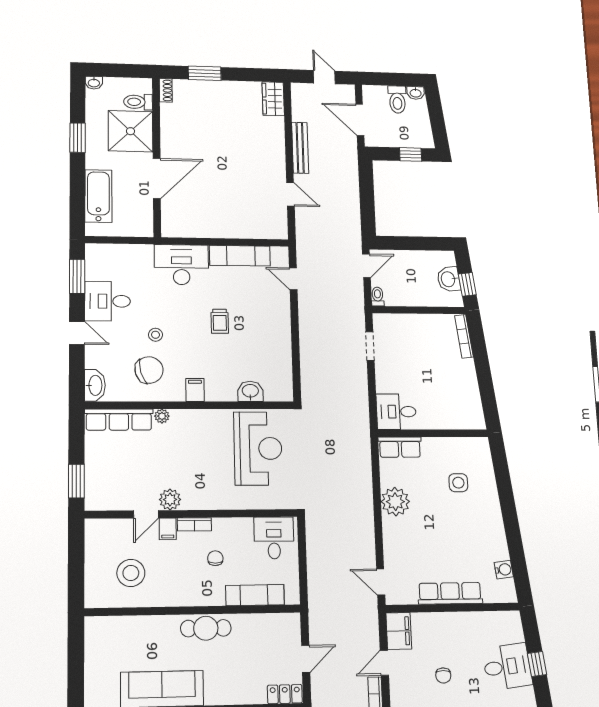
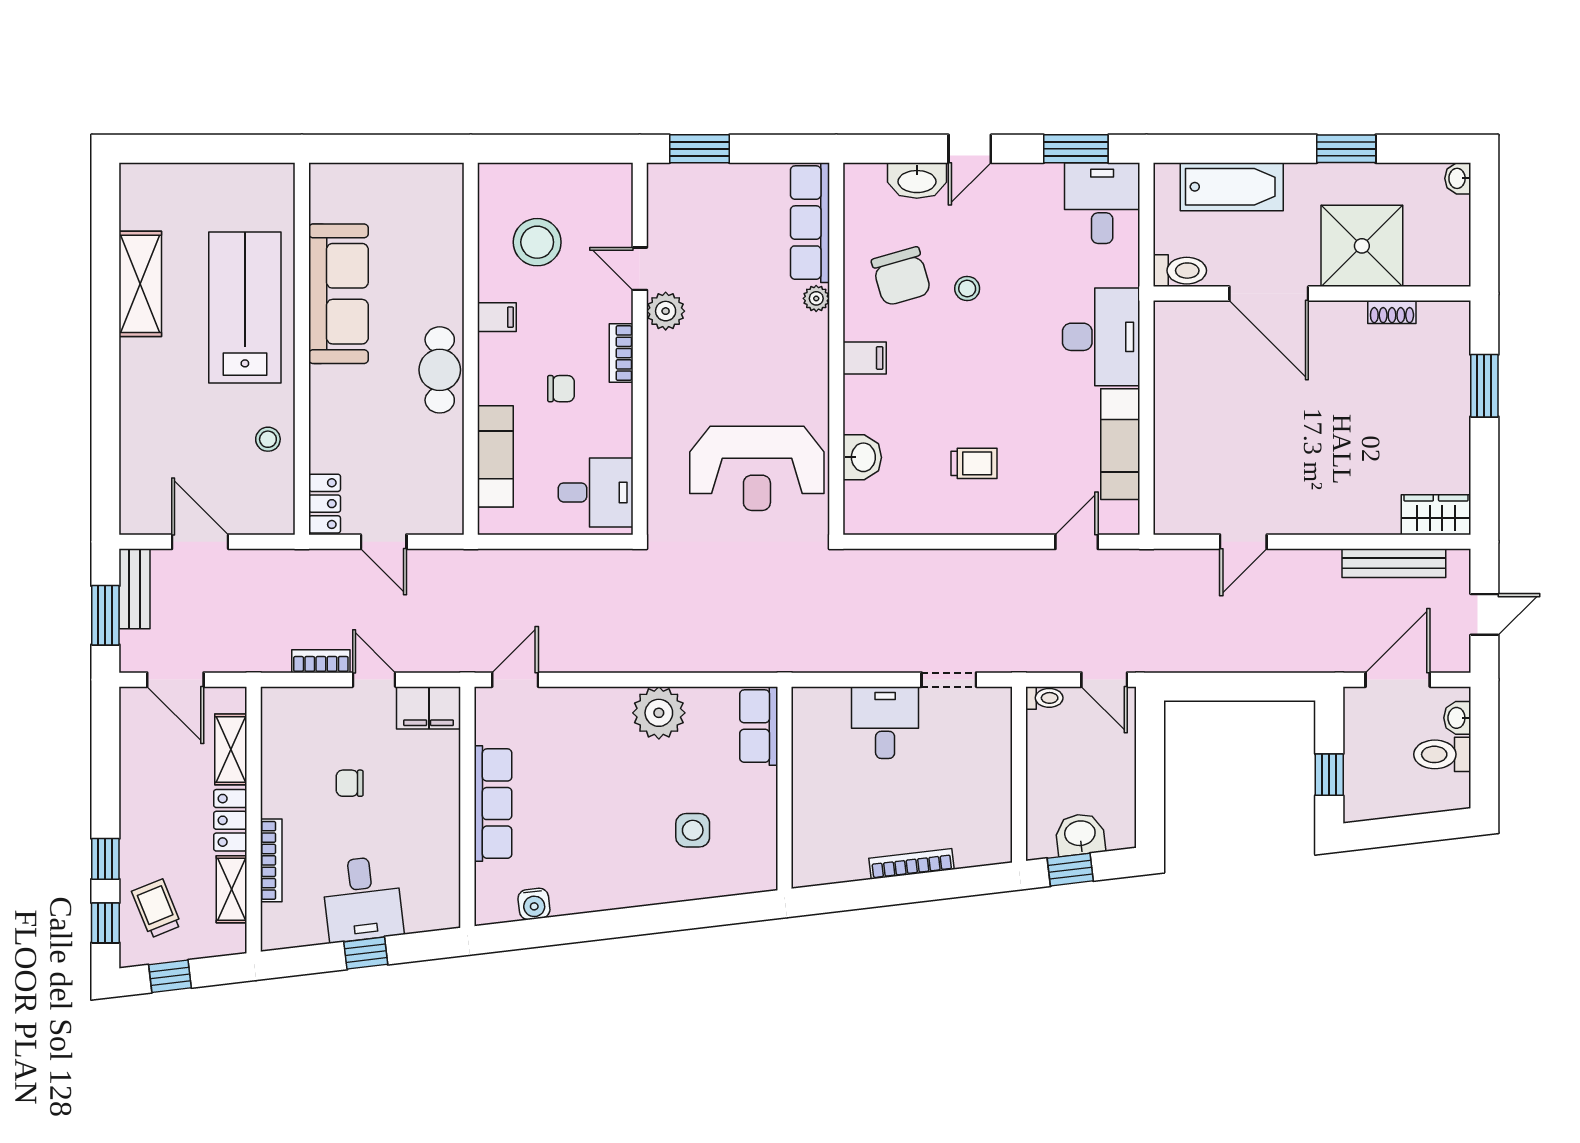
shoe rack: (166, 90) -> (1392, 312), moved
washbasin: (416, 93) -> (1457, 718), moved
toilet: (138, 102) -> (1180, 271), moved, turned 90
bench: (300, 148) -> (1394, 563), moved
desk: (108, 301) -> (1102, 203), moved
trolley: (220, 321) -> (974, 463), moved, turned 180
bookcase: (464, 336) -> (912, 864), moved
washbasin: (95, 385) -> (917, 180), moved
desk: (396, 412) -> (885, 723), moved
filing cabinet: (168, 529) -> (497, 317), moved, turned 180

